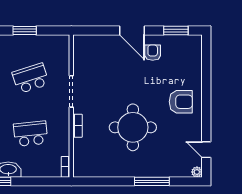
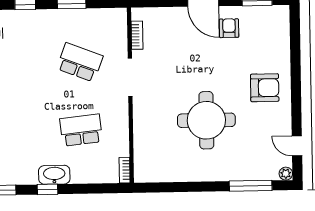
school desk: (31, 78) -> (80, 62), turned 39
bookcase: (78, 126) -> (137, 35), moved
window: (152, 181) -> (251, 186), moved

